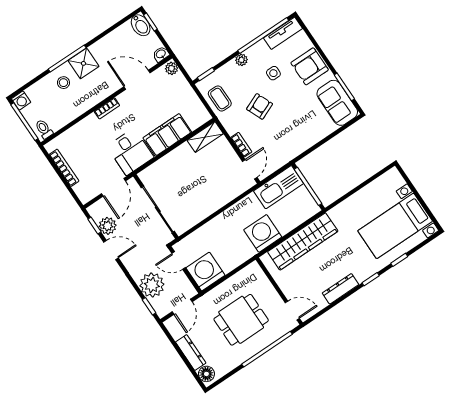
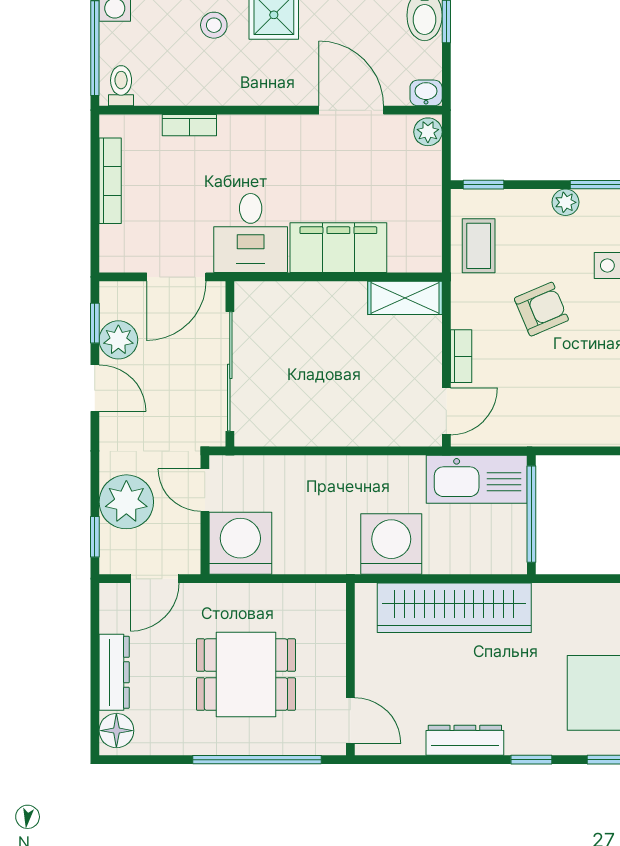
bookcase: (107, 108) -> (189, 125), moved

